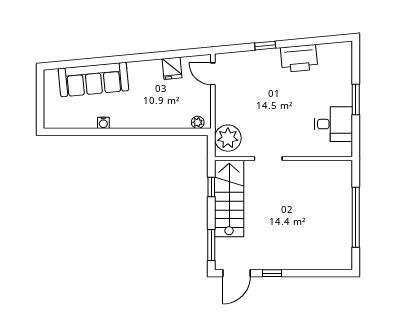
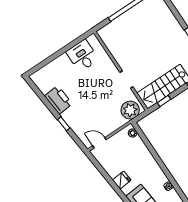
fridge: (172, 68) -> (122, 180), moved
door: (213, 74) -> (99, 143), swing flipped
window: (356, 99) -> (60, 52), removed

